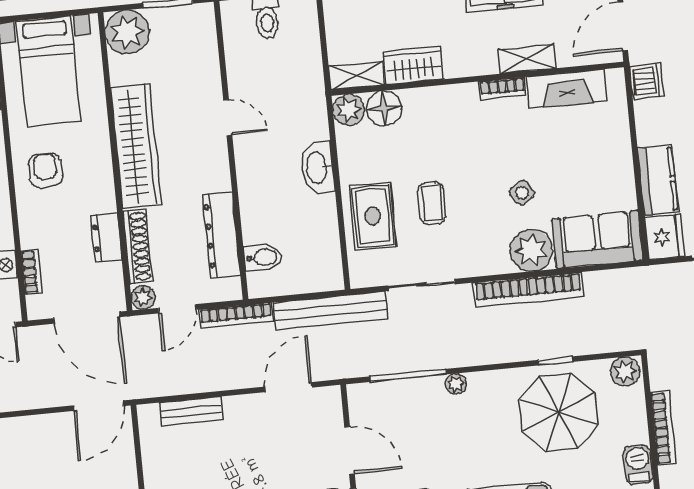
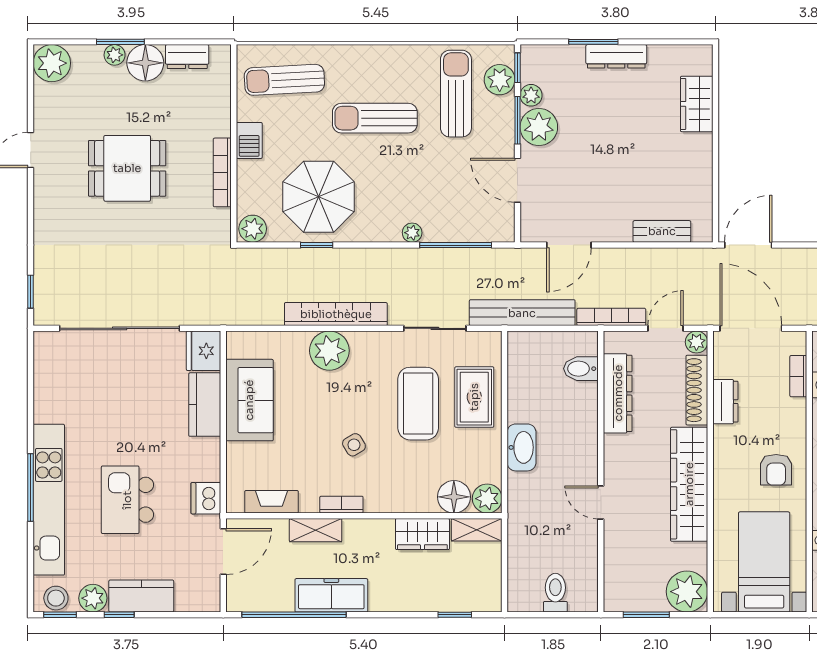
fireplace: (567, 89) -> (272, 502), width x0.73, depth x0.76
side table: (522, 193) -> (354, 445), moved
coffee table: (432, 203) -> (418, 404), width x1.86, depth x1.72
sofa: (597, 240) -> (249, 400), moved, turned -90

